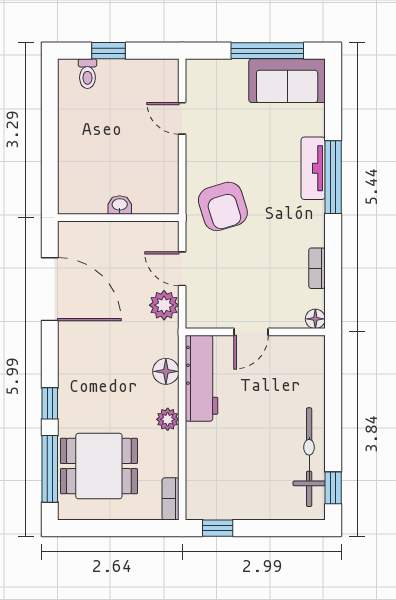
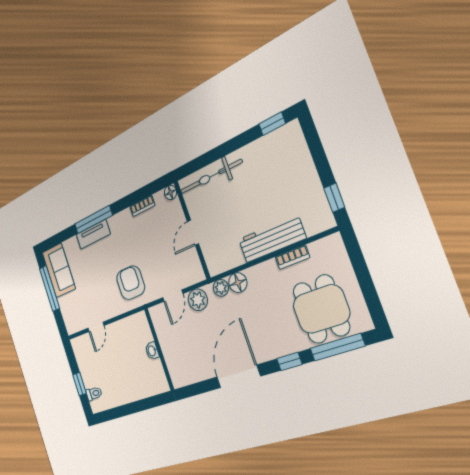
armchair: (223, 206) -> (131, 283), turned -73
door: (50, 289) -> (238, 377), moved
door: (251, 332) -> (193, 233), swing flipped
workbench: (202, 378) -> (272, 239), moved
plant: (168, 419) -> (221, 288), moved
bicycle: (309, 457) -> (211, 177), moved
bookcase: (170, 499) -> (292, 257), moved

